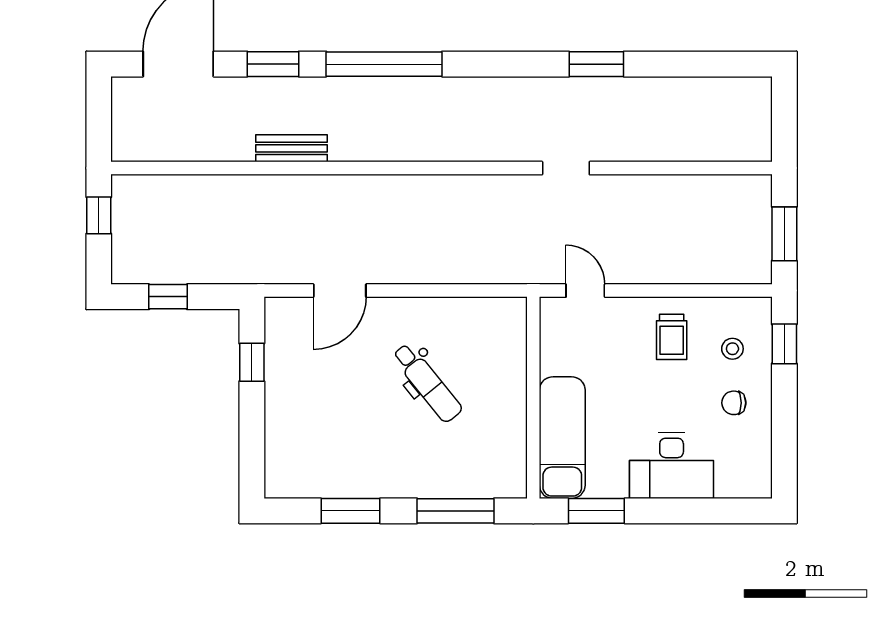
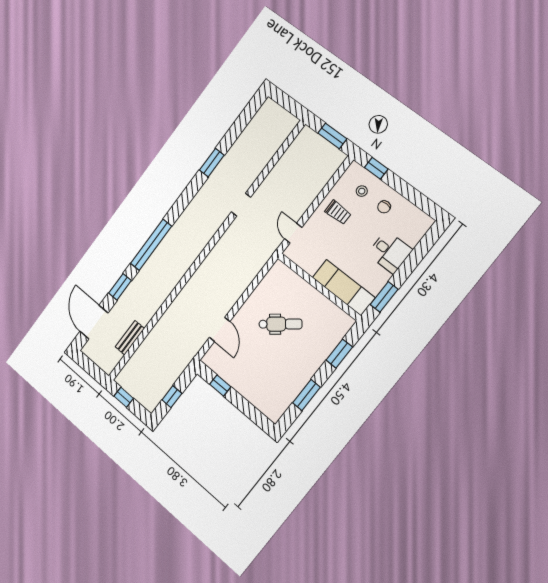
bench: (292, 148) -> (130, 338), moved
door: (585, 291) -> (293, 233), hinge flipped
desk: (672, 466) -> (390, 252), width x0.73
window: (455, 511) -> (339, 354), width x0.69

